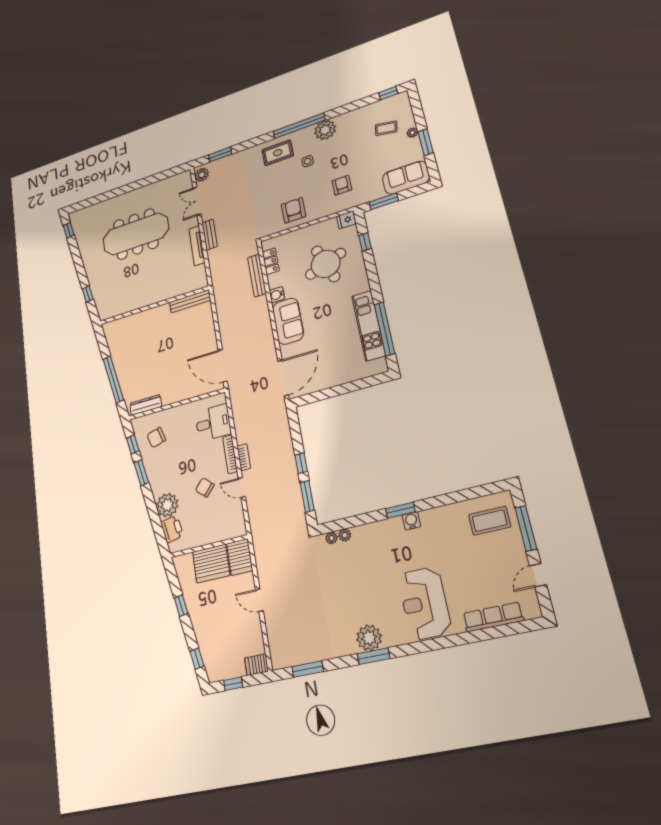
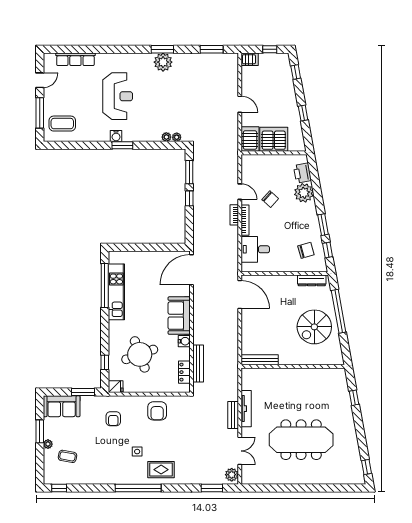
plant: (325, 130) -> (117, 475), removed
spiral stairs: (137, 355) -> (314, 327), added
reception desk: (425, 603) -> (118, 96), moved

